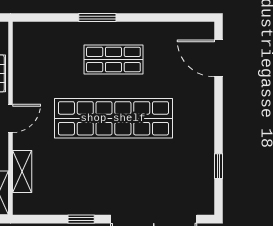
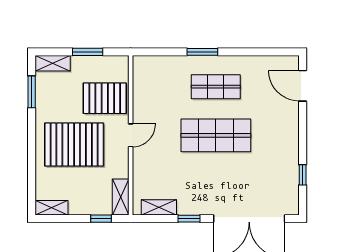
shop shelf: (113, 118) -> (216, 135), width x0.71
shelving: (22, 172) -> (159, 207), moved, turned 90

